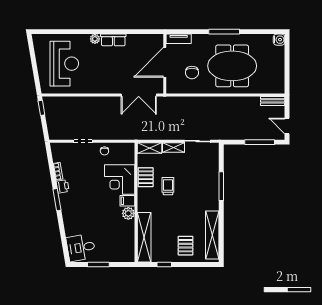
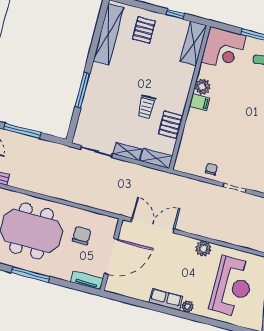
reception desk: (64, 64) -> (232, 287), turned 180
plant: (94, 87) -> (203, 249), added
corner desk: (120, 180) -> (224, 49), moved, turned 90
shelving: (144, 237) -> (193, 44), width x0.68

